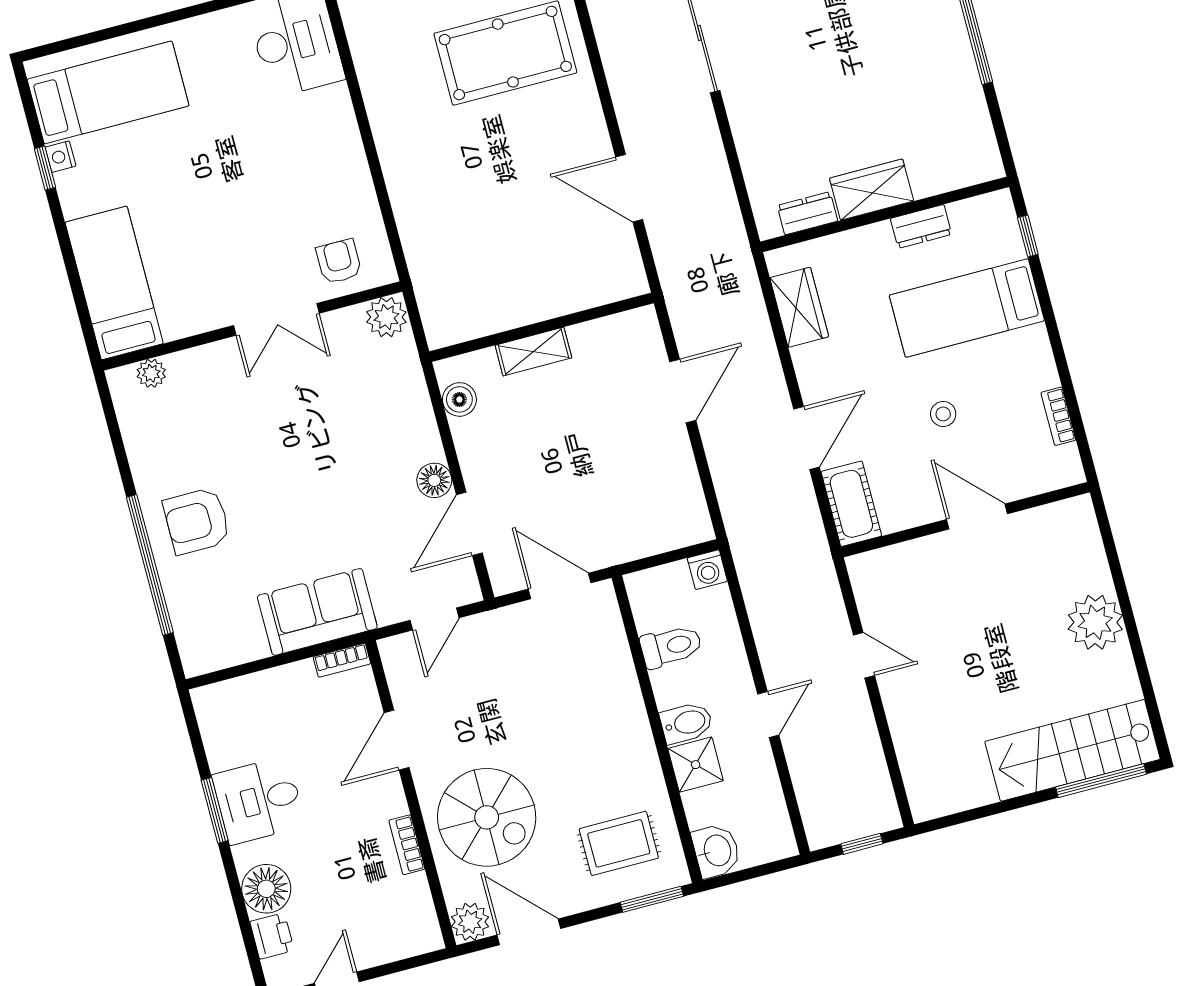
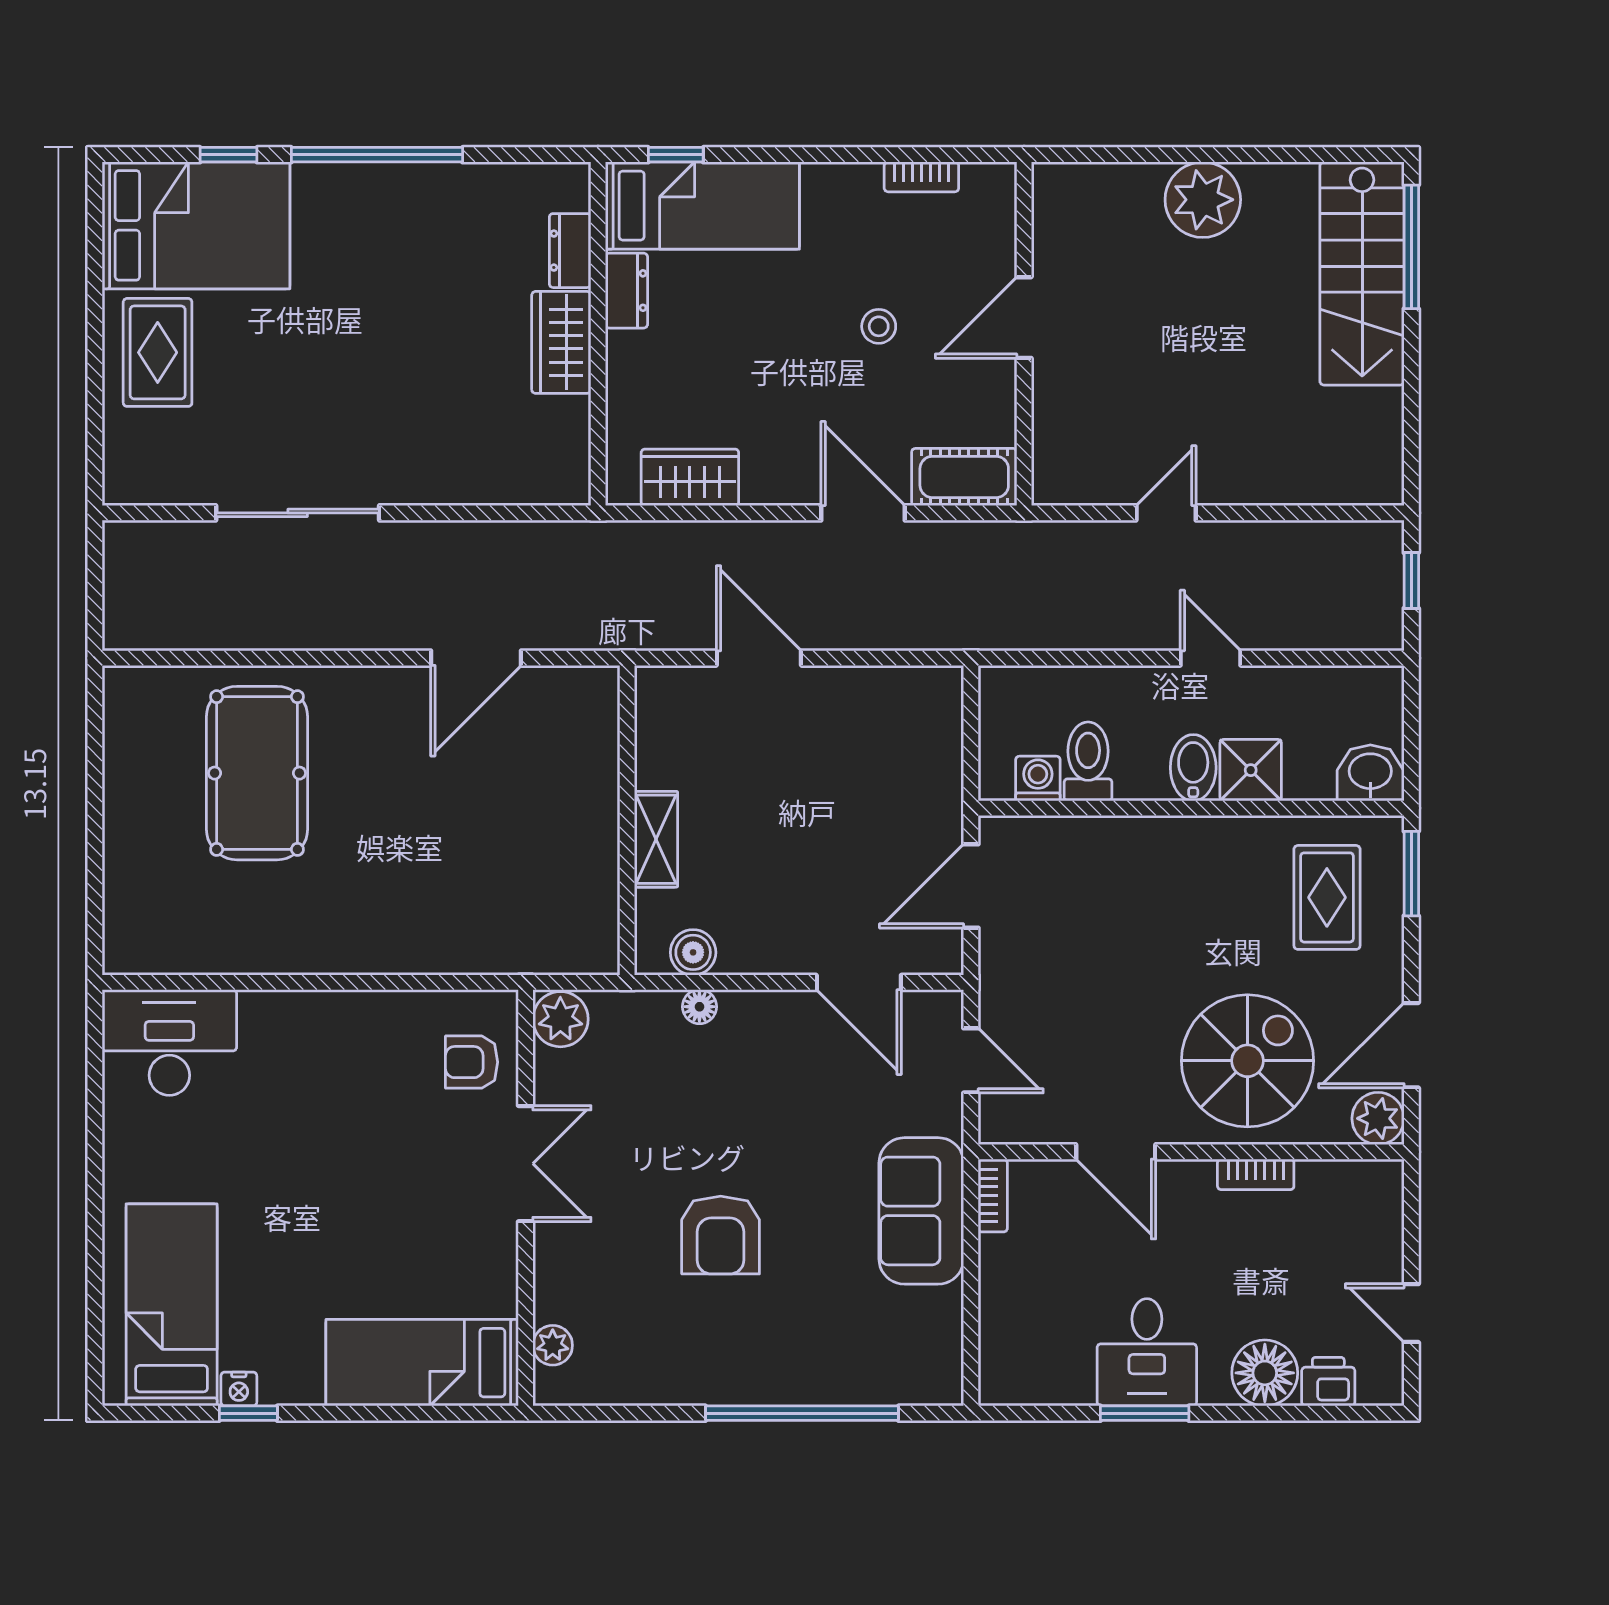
dresser: (807, 213) -> (570, 251), moved
bed: (967, 308) -> (702, 206), moved, turned -90
floor lamp: (434, 480) -> (699, 1007), moved, width x0.73, depth x0.73
armchair: (197, 521) -> (721, 1235), moved
washing machine: (707, 570) -> (1038, 779), moved, turned -90

